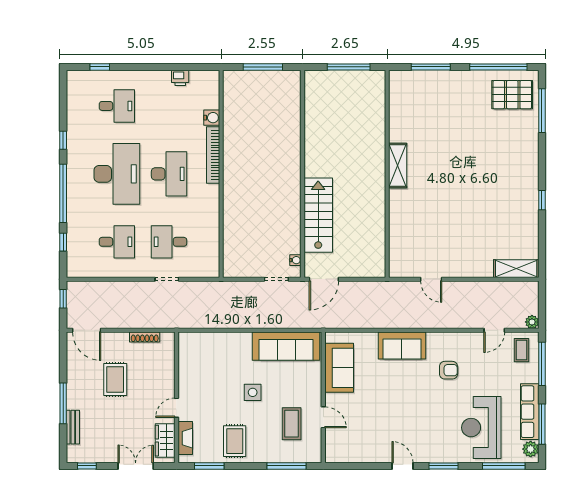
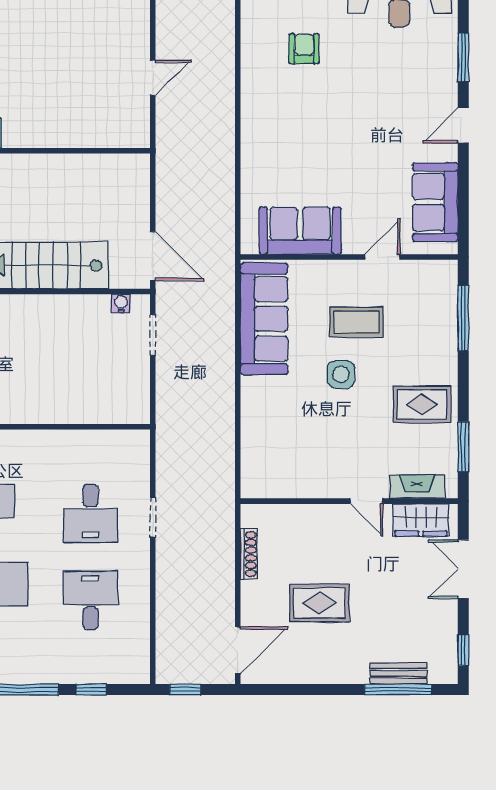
sofa: (402, 346) -> (435, 202), moved, turned 180
window: (63, 403) -> (398, 690), moved
coffee table: (292, 424) -> (356, 322), moved

